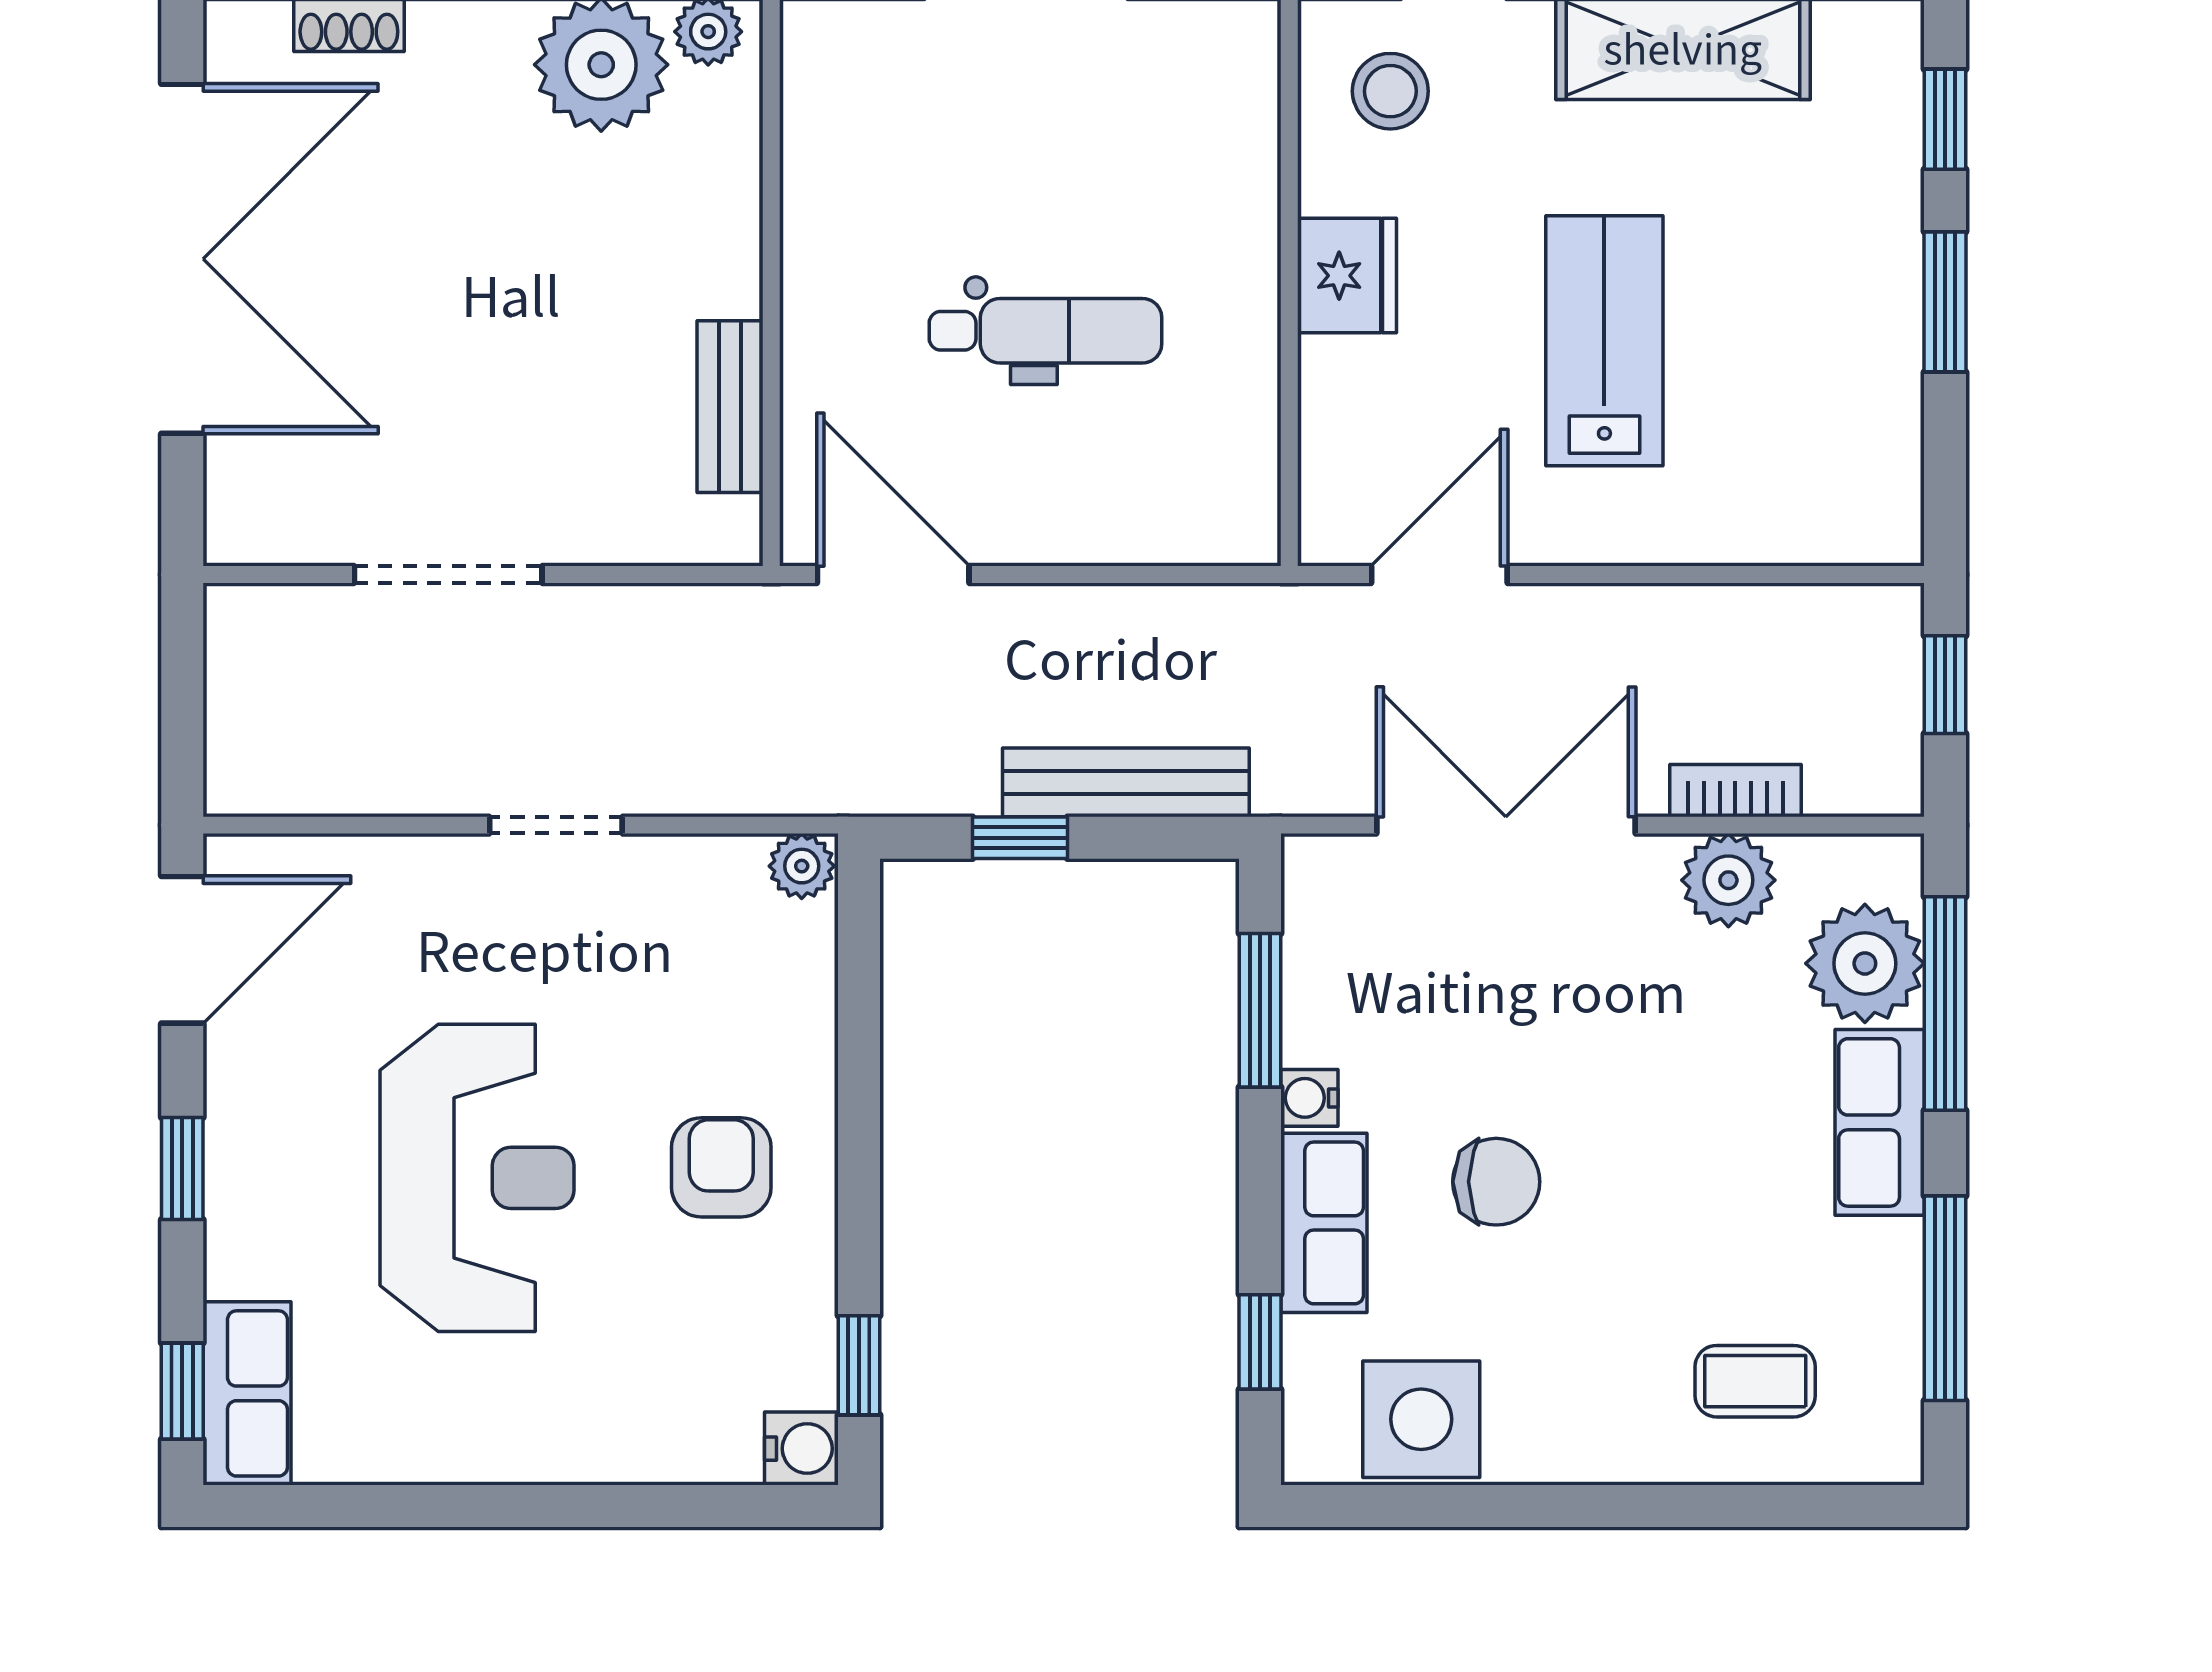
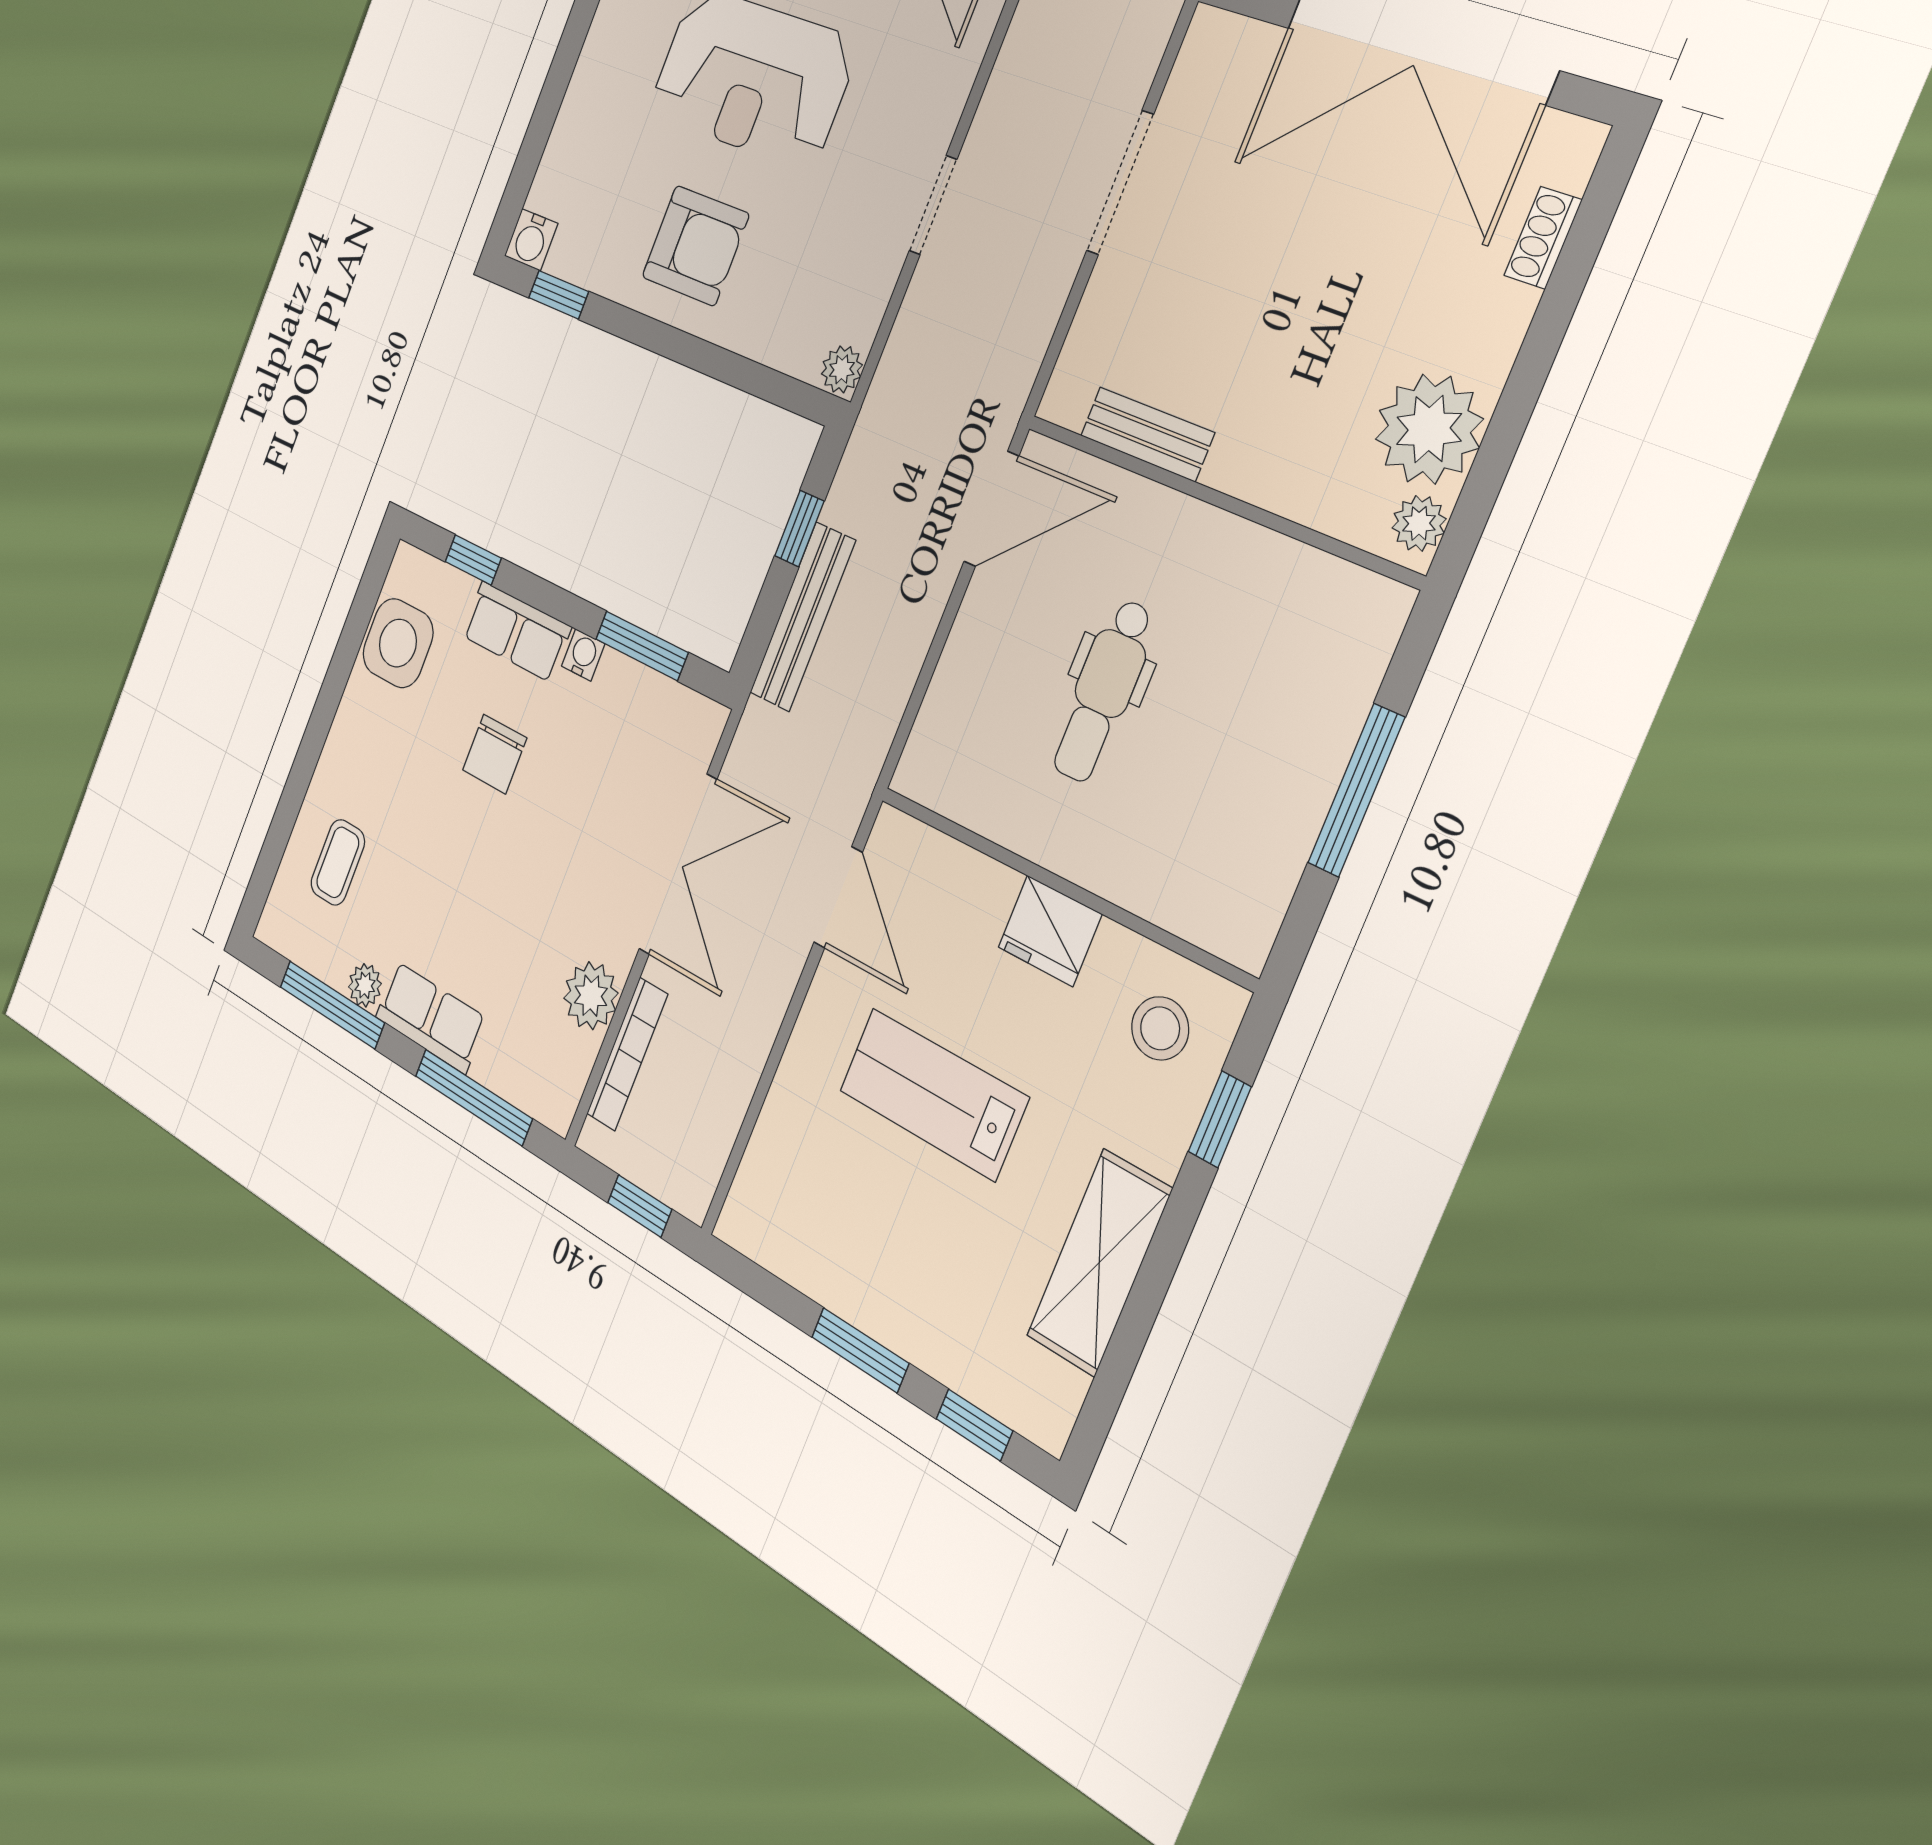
lab bench: (1604, 341) -> (933, 1094), turned 180
bookcase: (1735, 791) -> (627, 1054), width x1.56
plant: (1865, 963) -> (365, 985), moved, width x0.53, depth x0.53
armchair: (721, 1167) -> (695, 246), width x1.38, depth x1.38

